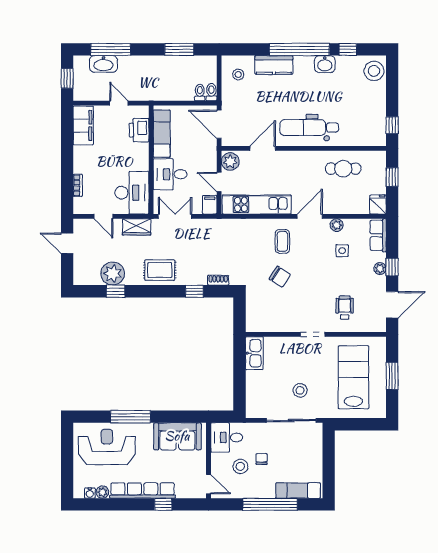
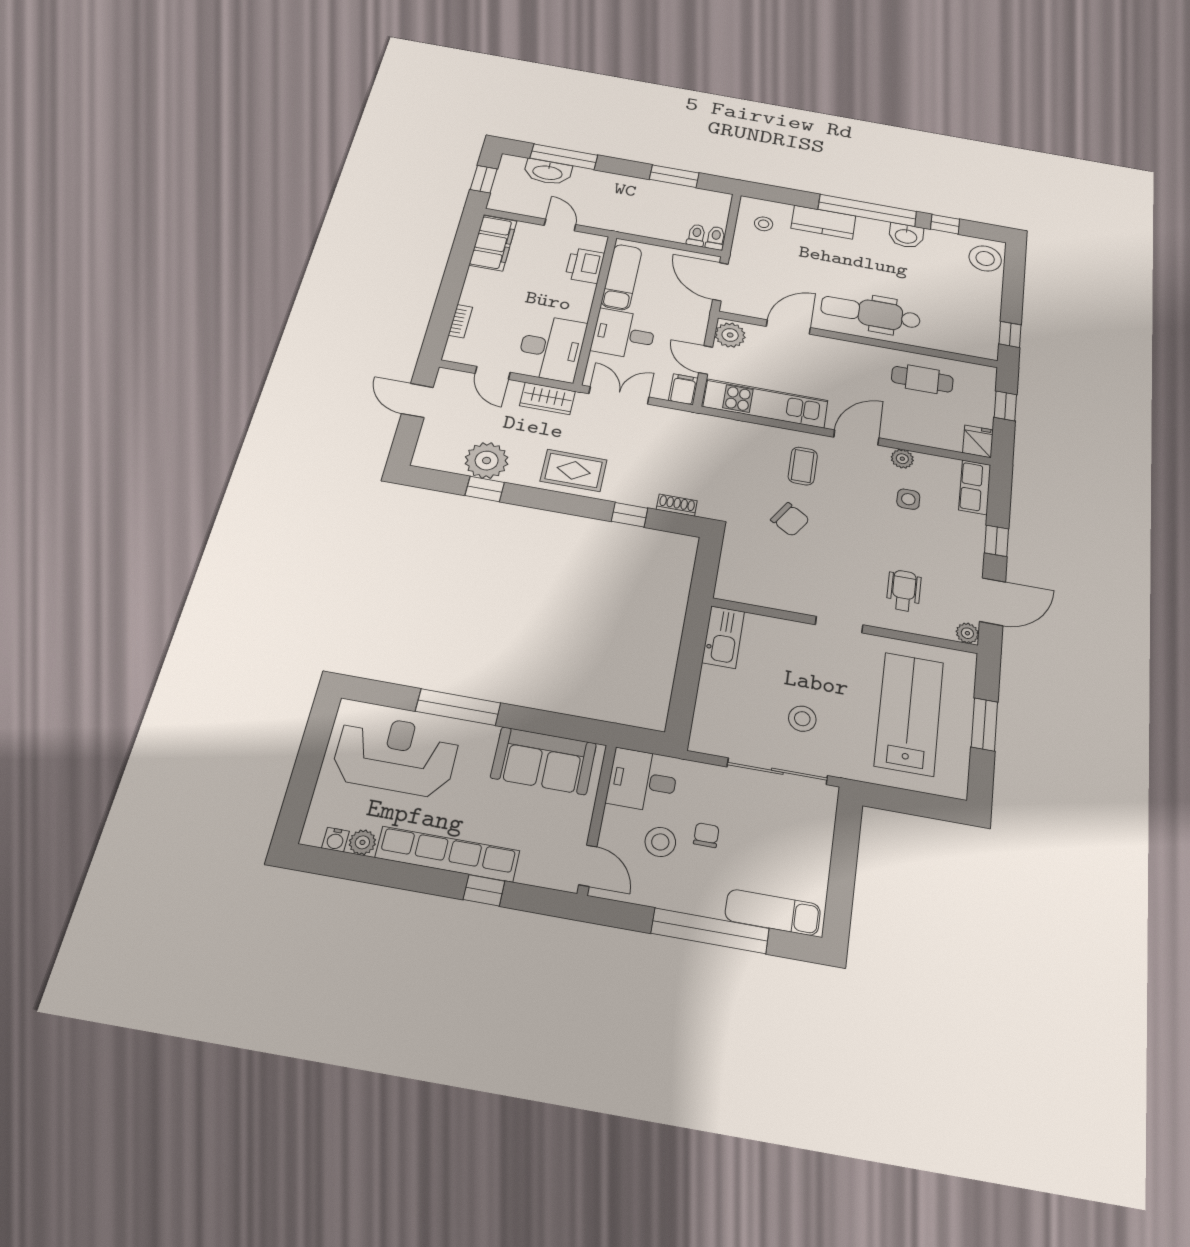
plant: (380, 269) -> (967, 633), moved

